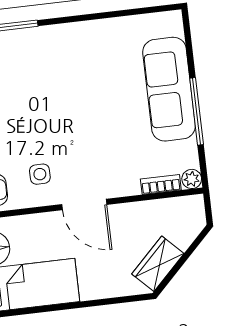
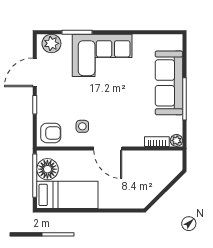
corner sofa: (58, 58) -> (102, 55), added
wardrobe: (158, 264) -> (149, 191), removed

